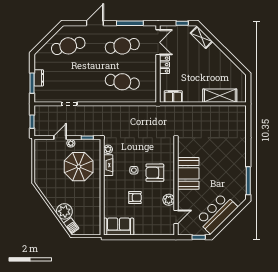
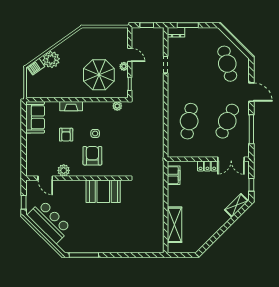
cafe table: (122, 46) -> (227, 121), turned 33
dresser: (39, 78) -> (176, 32), moved
fireplace: (108, 165) -> (71, 106), moved
booth: (188, 173) -> (103, 191), moved

